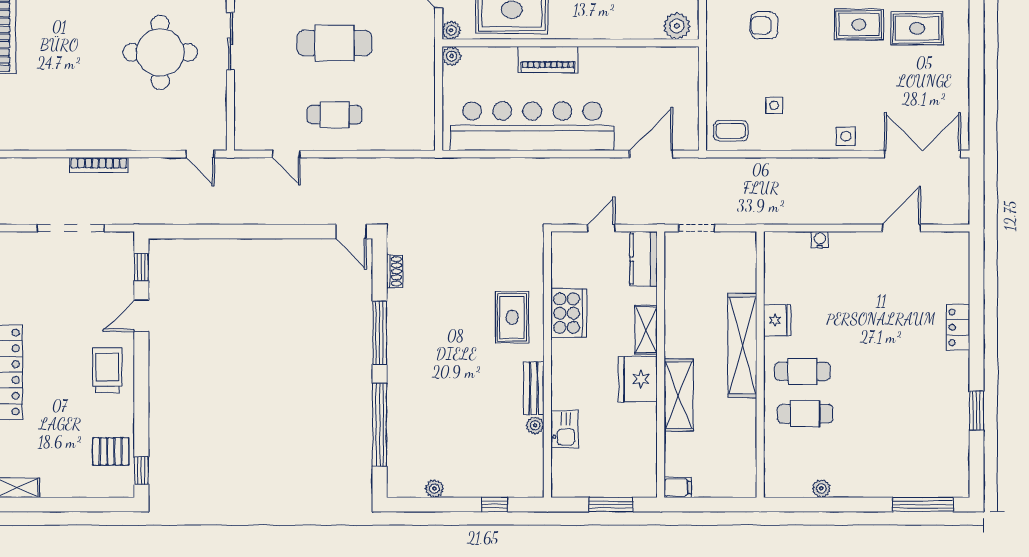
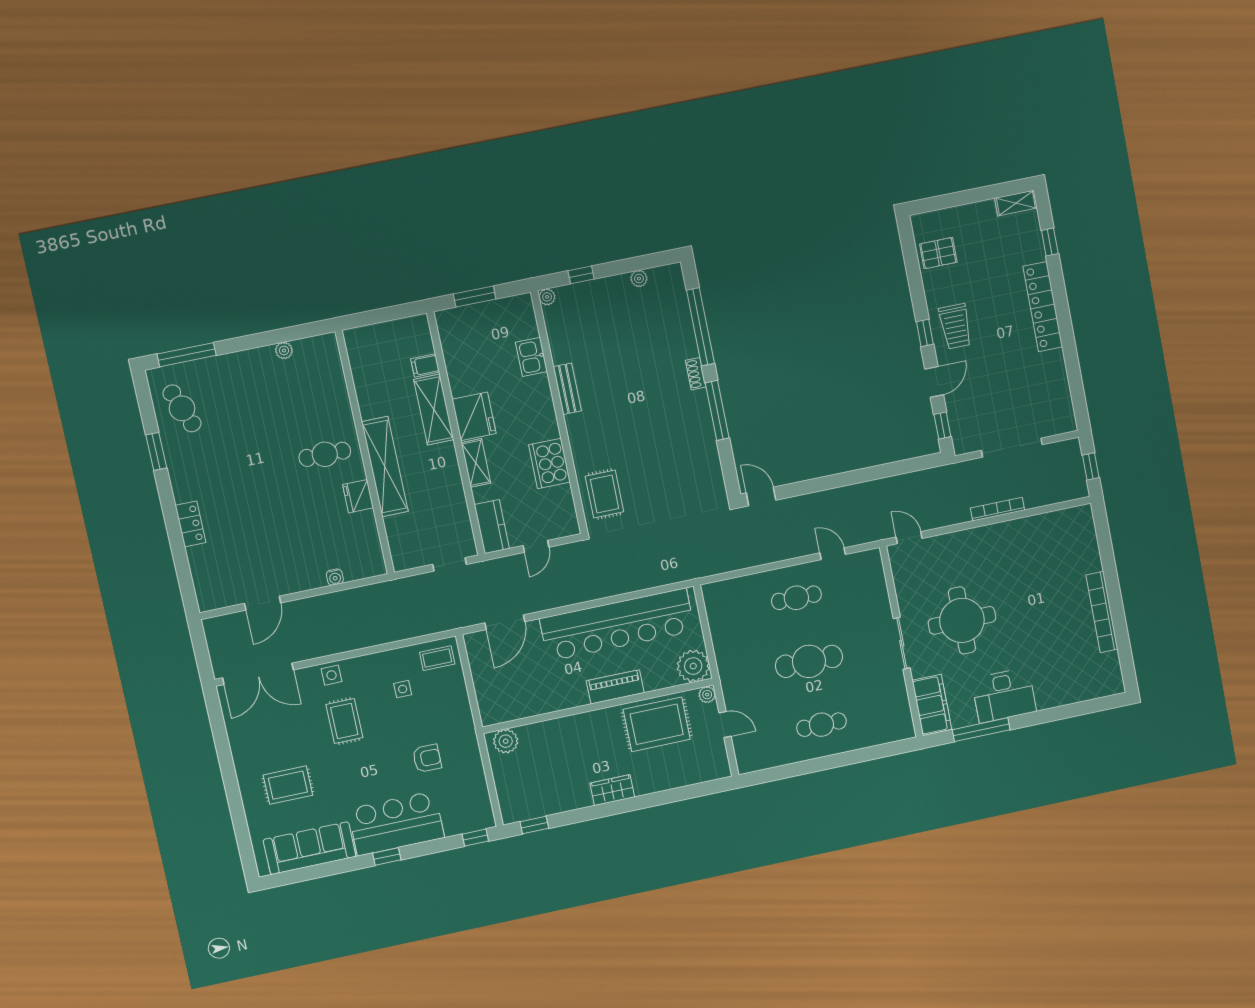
rug: (859, 24) -> (344, 721), moved, turned 90
plant: (452, 56) -> (693, 666), width x1.87, depth x1.87
shoe rack: (395, 271) -> (696, 374), moved
rug: (512, 317) -> (604, 494), moved
cafe table: (805, 414) -> (182, 408), moved, turned 69
plant: (535, 425) -> (547, 297), moved
window: (141, 471) -> (925, 333), moved
filing cabinet: (678, 487) -> (425, 365), moved

